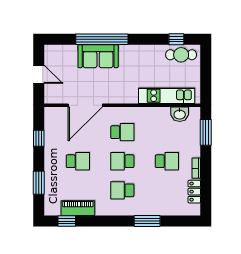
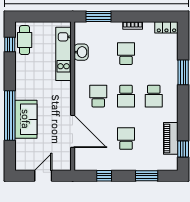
washbasin: (180, 114) -> (81, 52), moved
locker: (194, 192) -> (166, 27), moved

